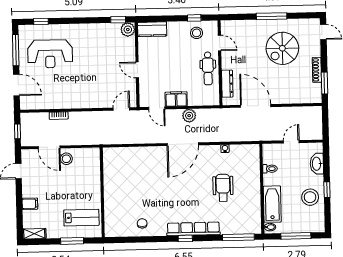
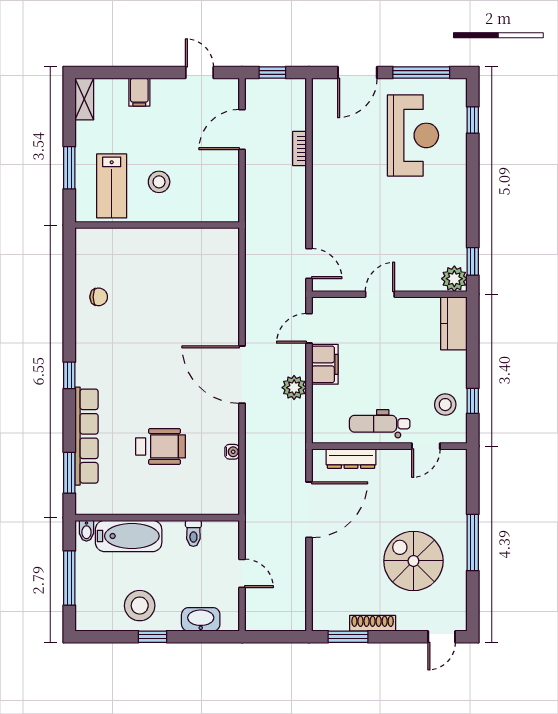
reception desk: (50, 54) -> (413, 135), turned 180
stool: (66, 159) -> (159, 182), moved
row of seats: (193, 229) -> (87, 436), moved
window: (238, 237) -> (69, 473), width x0.69

